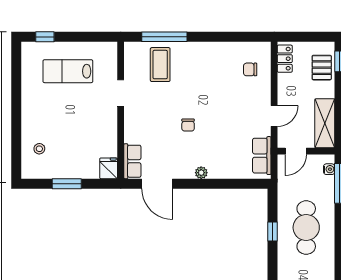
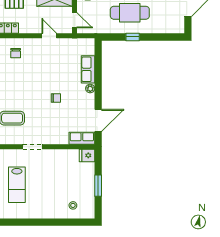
row of seats: (262, 156) -> (88, 69), moved, turned 90

